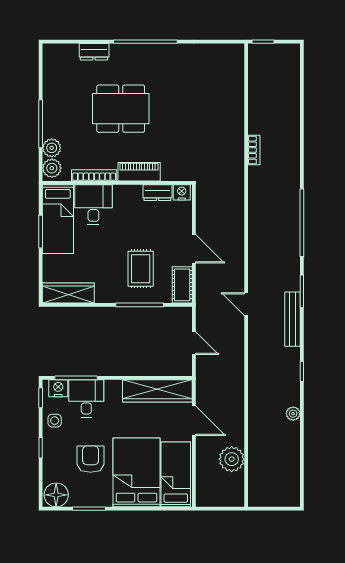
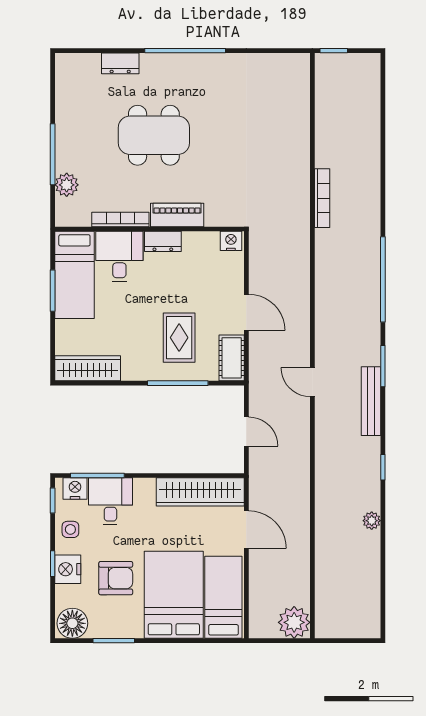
bookcase: (254, 150) -> (322, 198), width x1.56
plant: (52, 168) -> (67, 210), removed
dresser: (157, 193) -> (163, 241), moved
nightstand: (52, 452) -> (68, 569), added
armchair: (91, 459) -> (116, 578), turned 90
plant: (232, 459) -> (294, 622), moved

